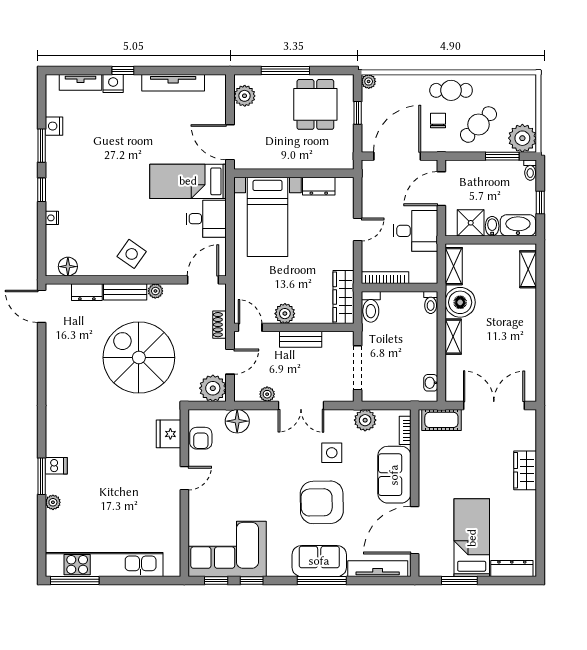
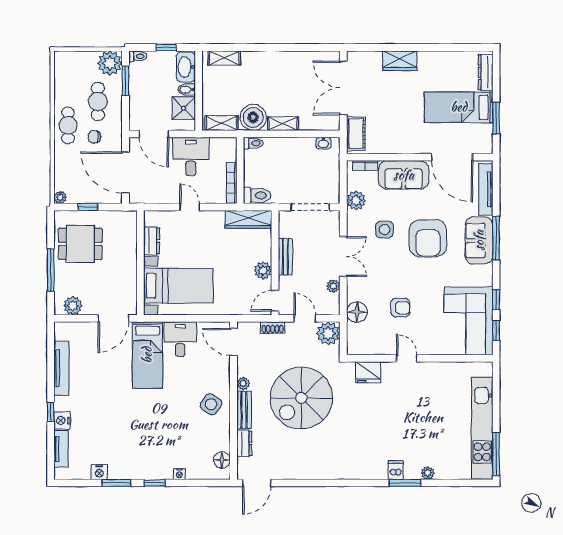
cafe table: (479, 125) -> (98, 101), turned 45
armchair: (201, 438) -> (400, 308), moved

